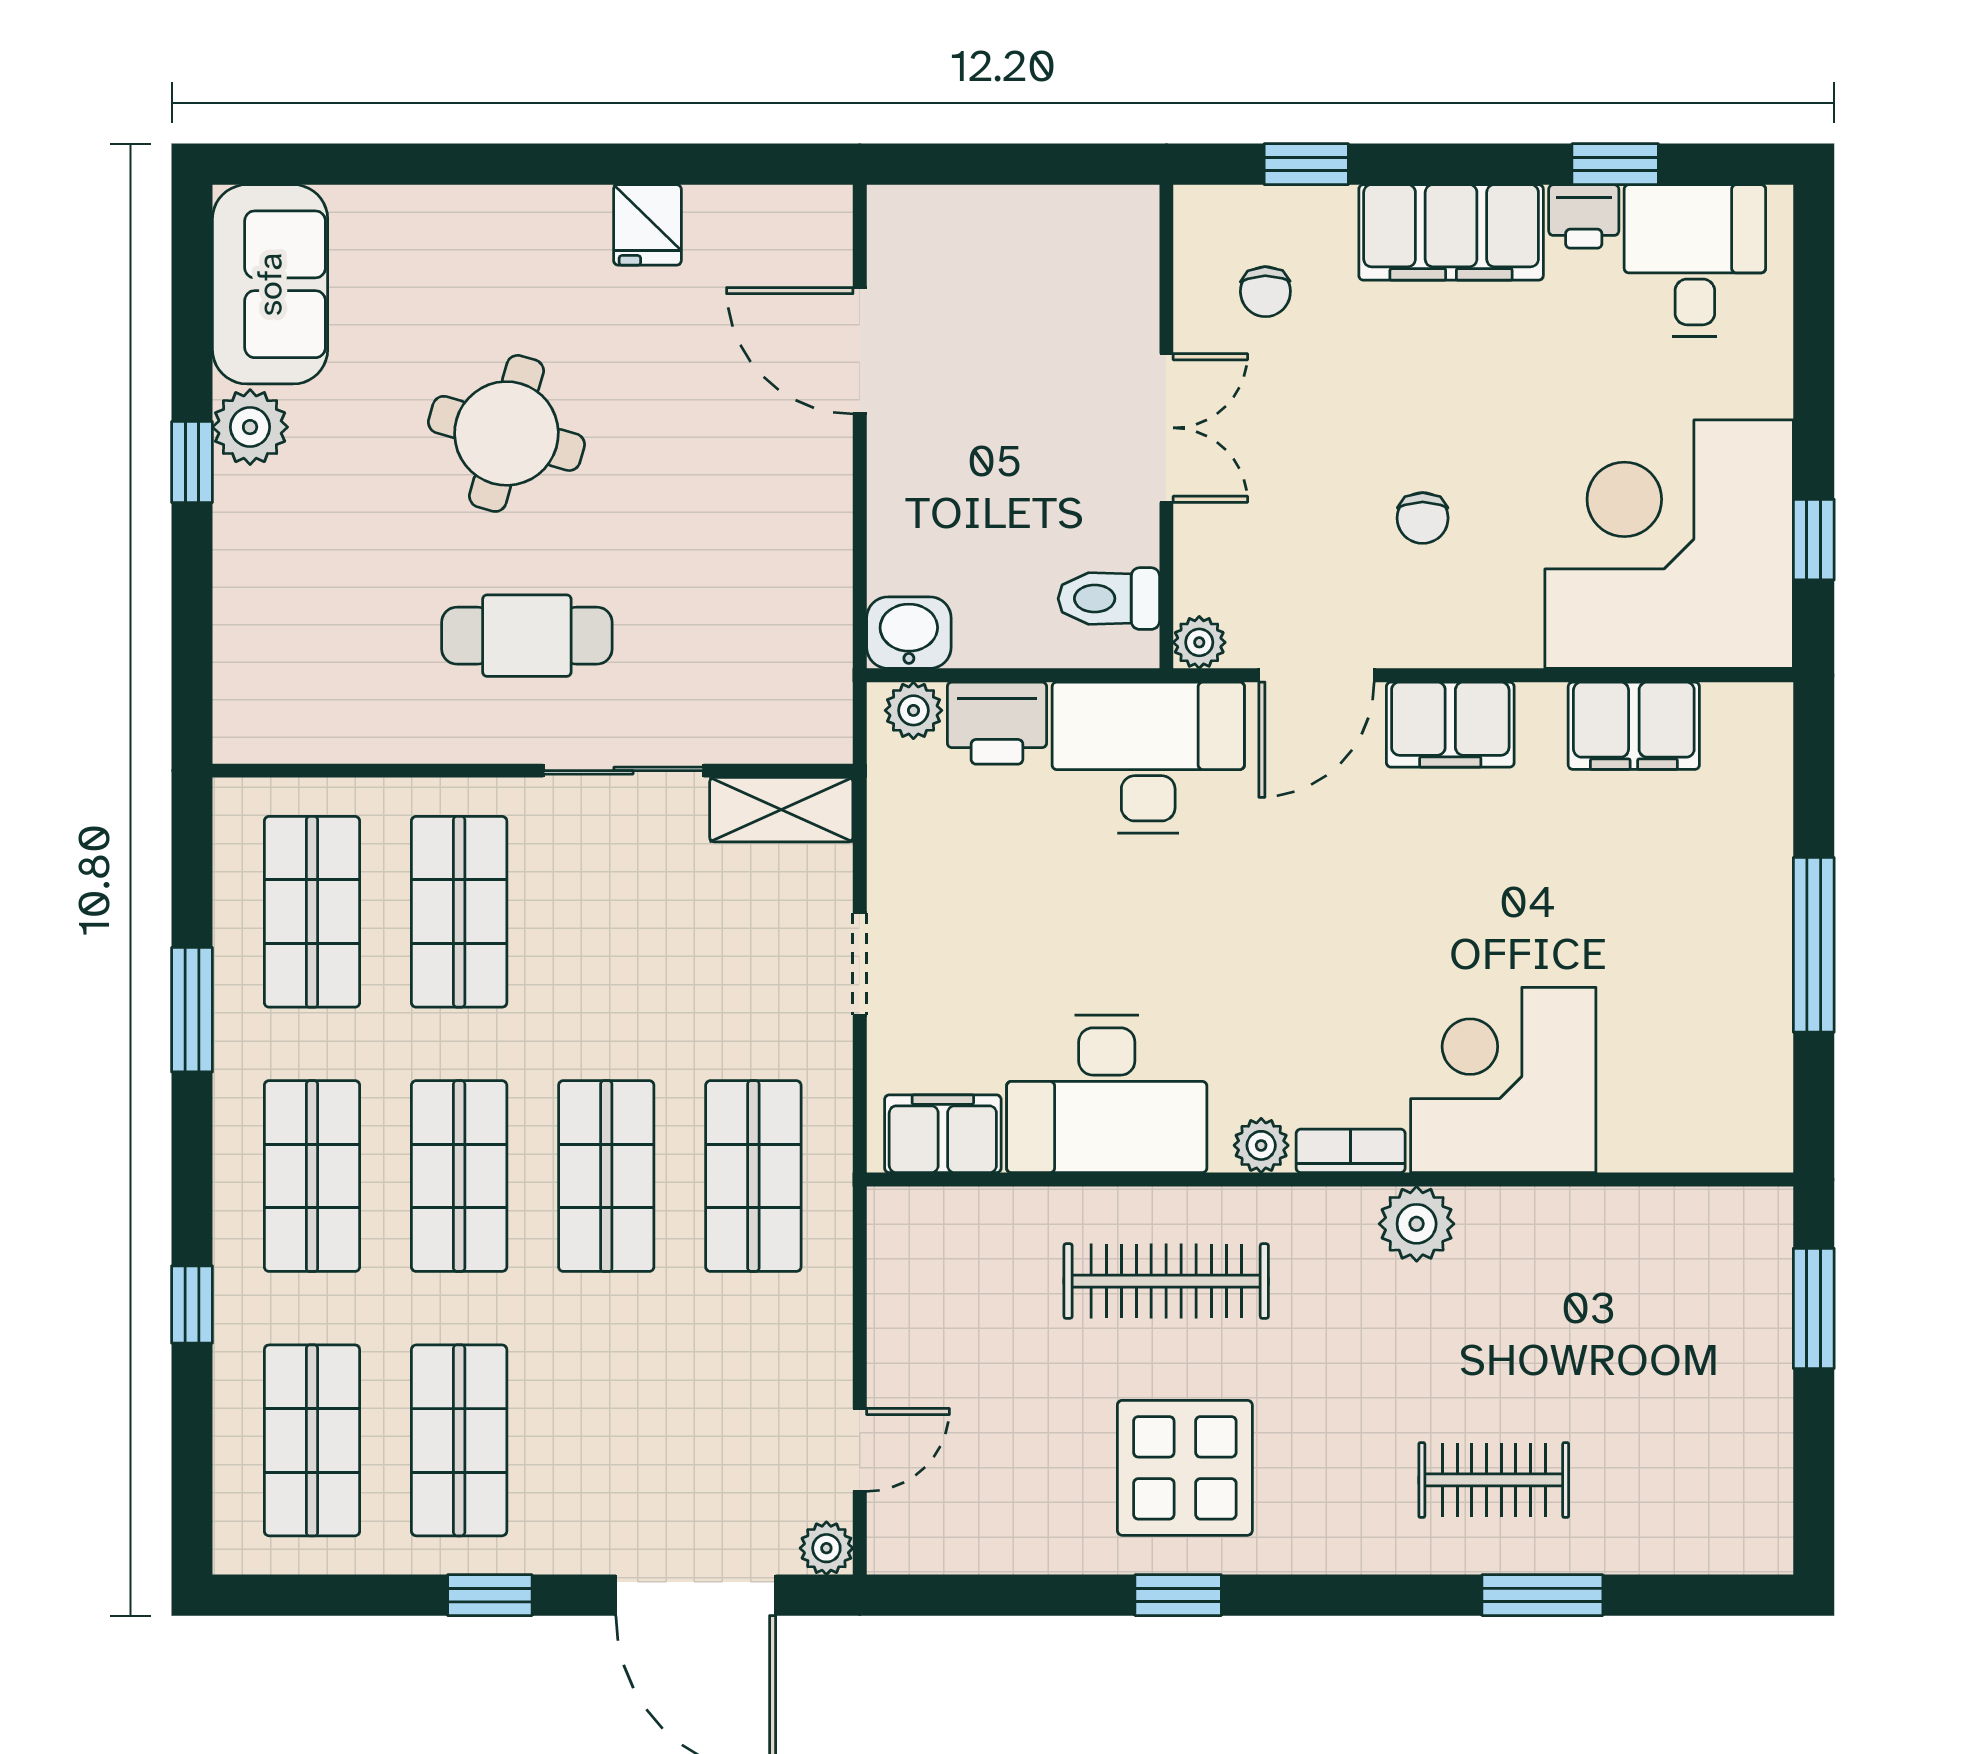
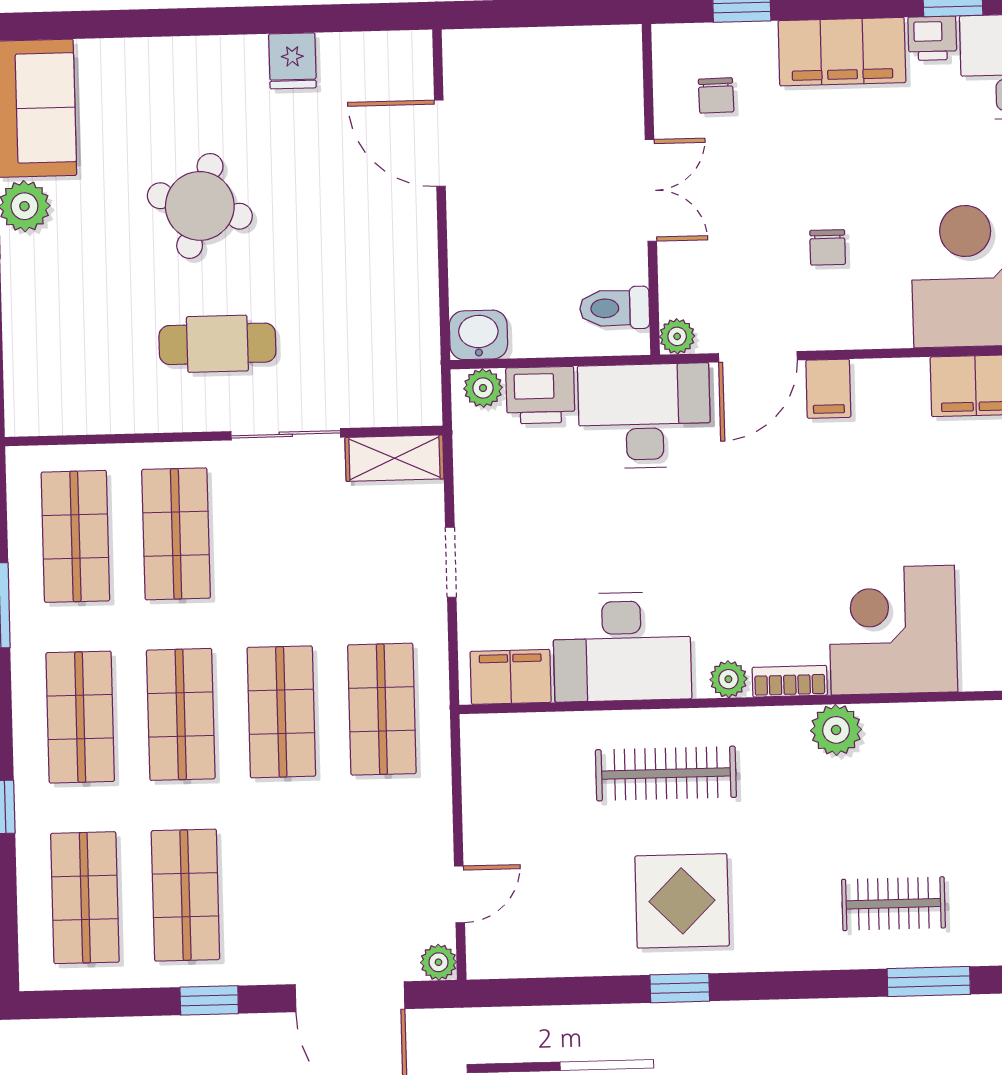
filing cabinet: (1450, 725) -> (828, 389), width x0.50

